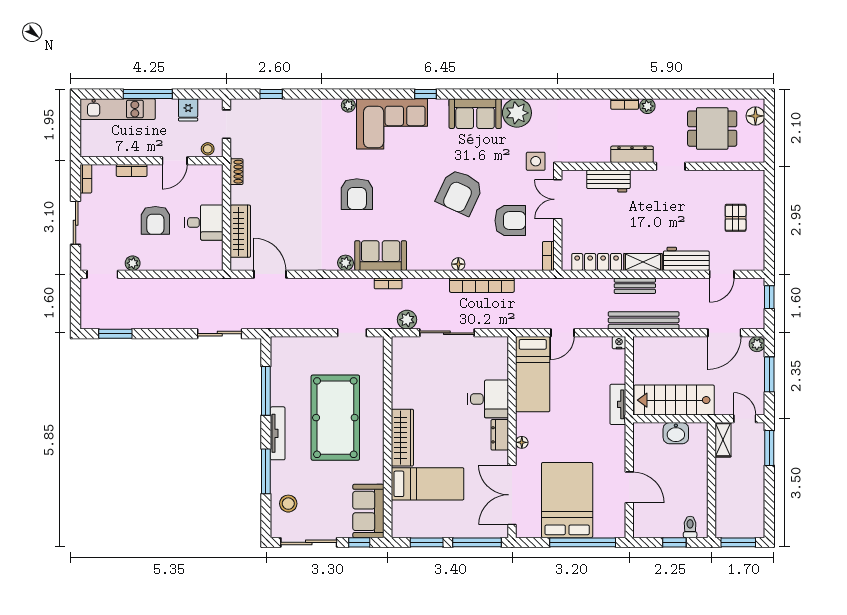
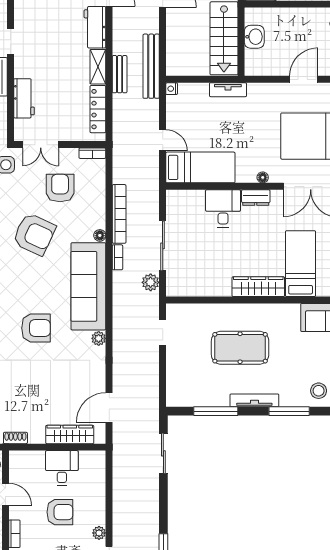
sofa: (381, 256) -> (88, 286), width x1.85, depth x1.27
bookcase: (388, 283) -> (117, 257), moved
pool table: (335, 418) -> (240, 348), width x0.73, depth x0.76

